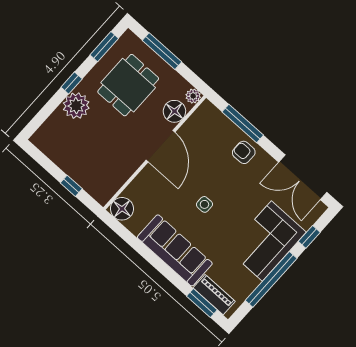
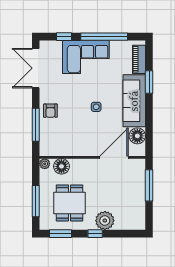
dining table: (128, 85) -> (70, 203), turned 90
door: (160, 146) -> (114, 157), moved
double door: (303, 177) -> (36, 68), swing flipped
window: (71, 186) -> (149, 185), width x2.17
floor lamp: (122, 209) -> (137, 136), moved
window: (202, 303) -> (149, 82), moved

